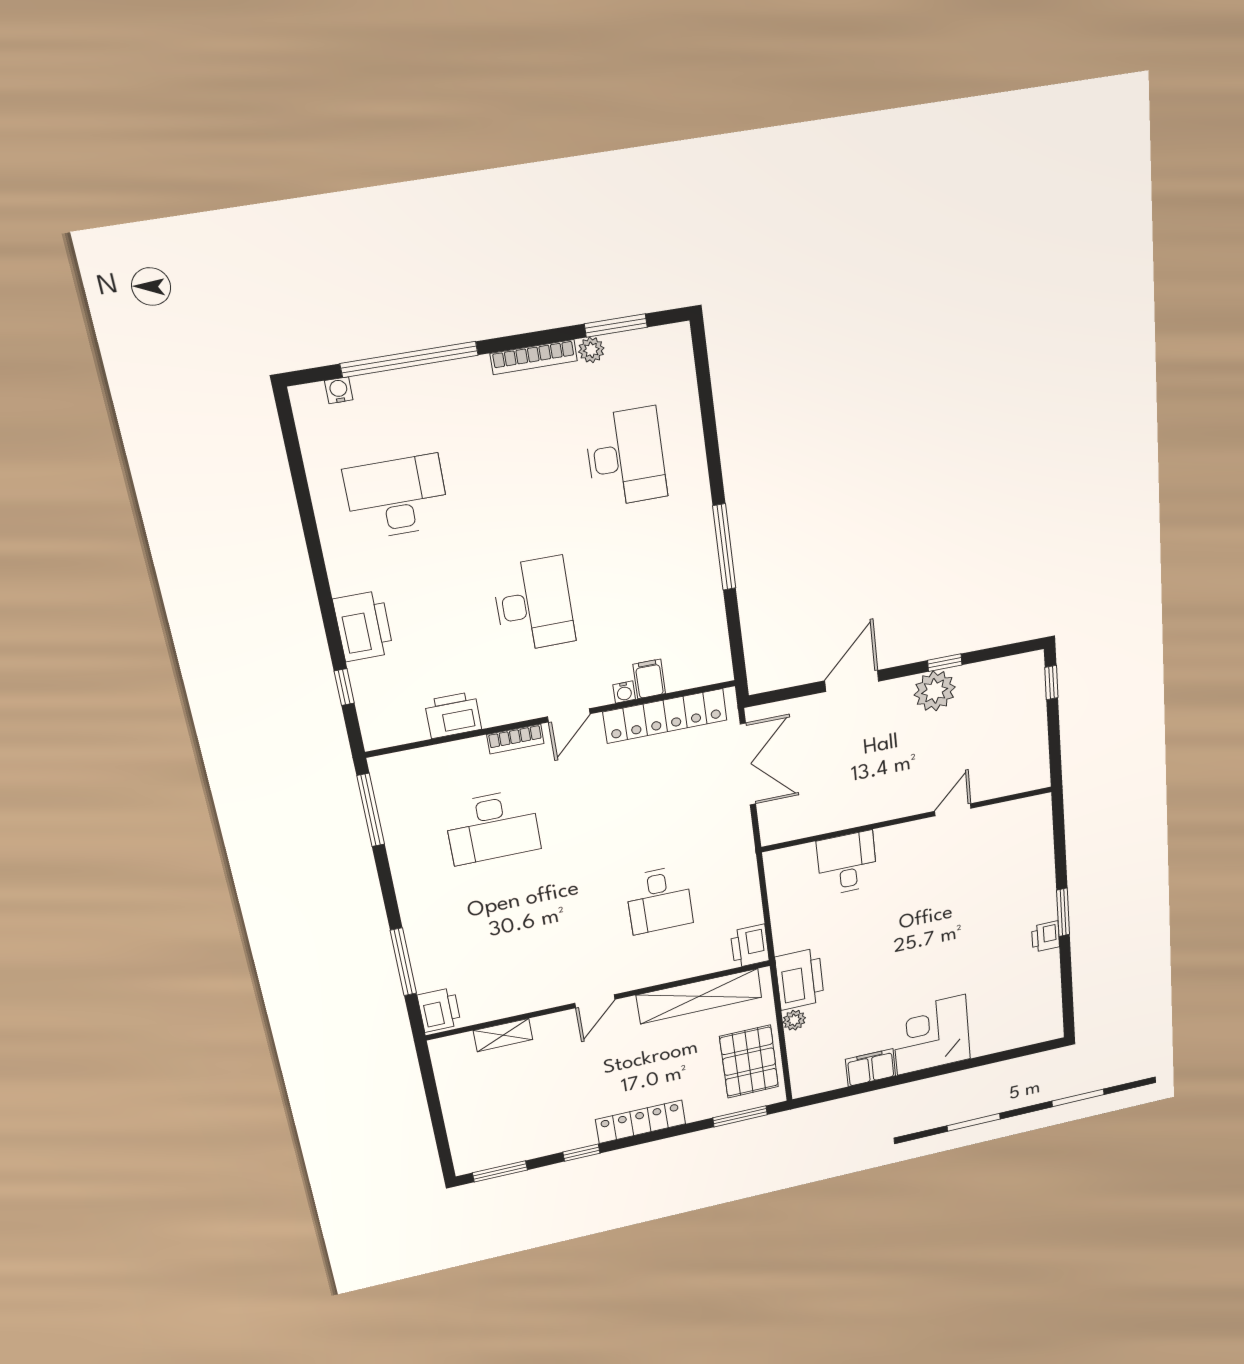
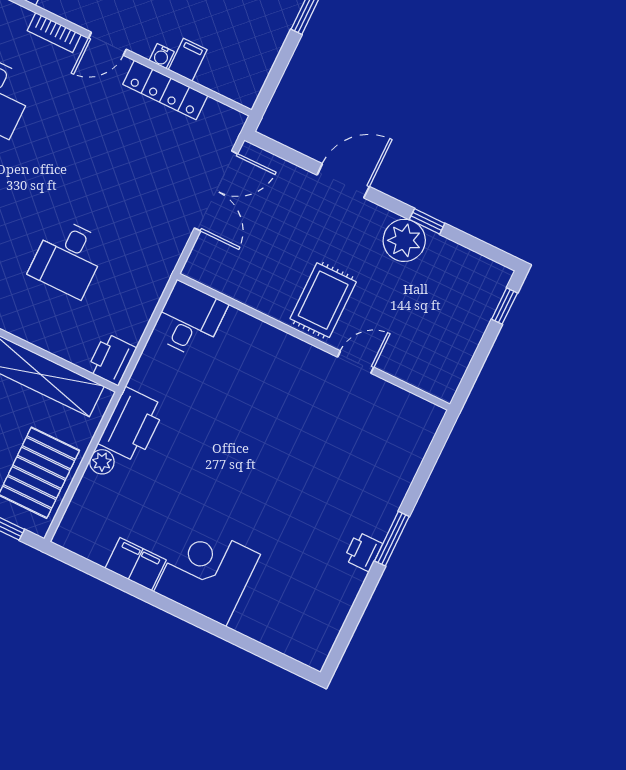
locker: (665, 716) -> (165, 90), width x0.71, depth x0.83
rug: (896, 783) -> (323, 300), added
desk: (847, 863) -> (189, 320), moved

